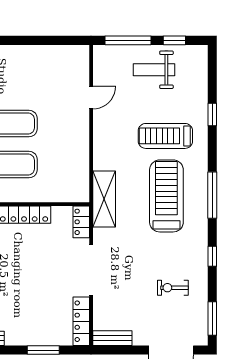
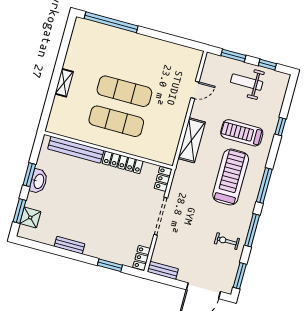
window: (128, 40) -> (233, 55), width x0.69
shelving: (104, 199) -> (192, 140), moved
window: (212, 256) -> (252, 230), width x2.17
exercise bike: (173, 288) -> (227, 241), moved
locker: (81, 321) -> (142, 258), width x0.66

